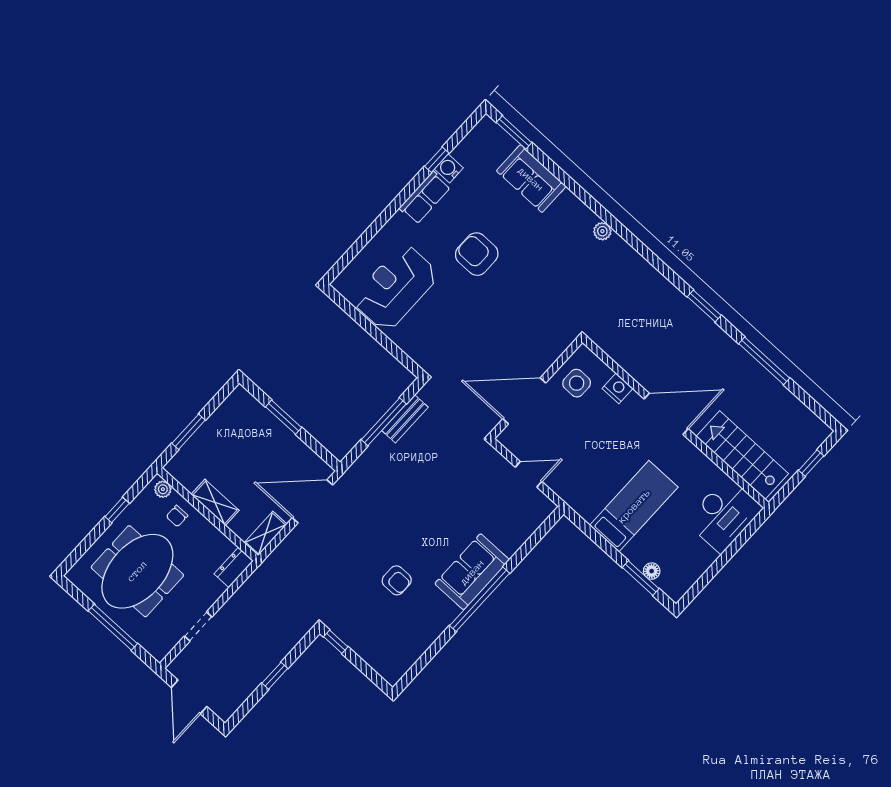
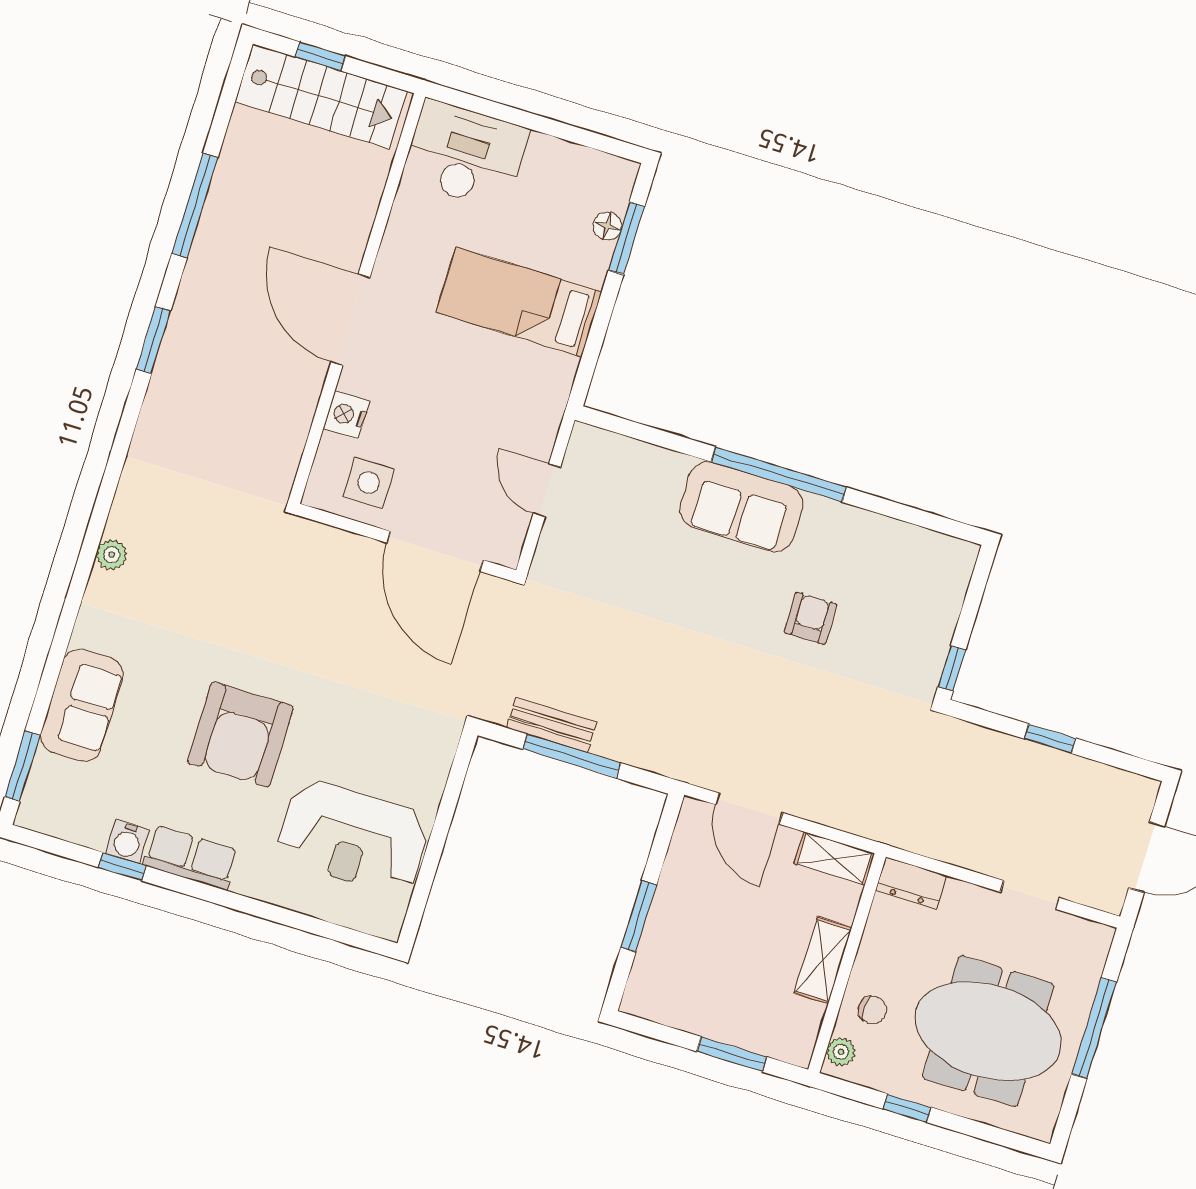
armchair: (477, 254) -> (240, 735), width x1.36, depth x1.36
stairs: (742, 455) -> (321, 97), moved, turned -90
door: (313, 501) -> (749, 809), width x0.73

